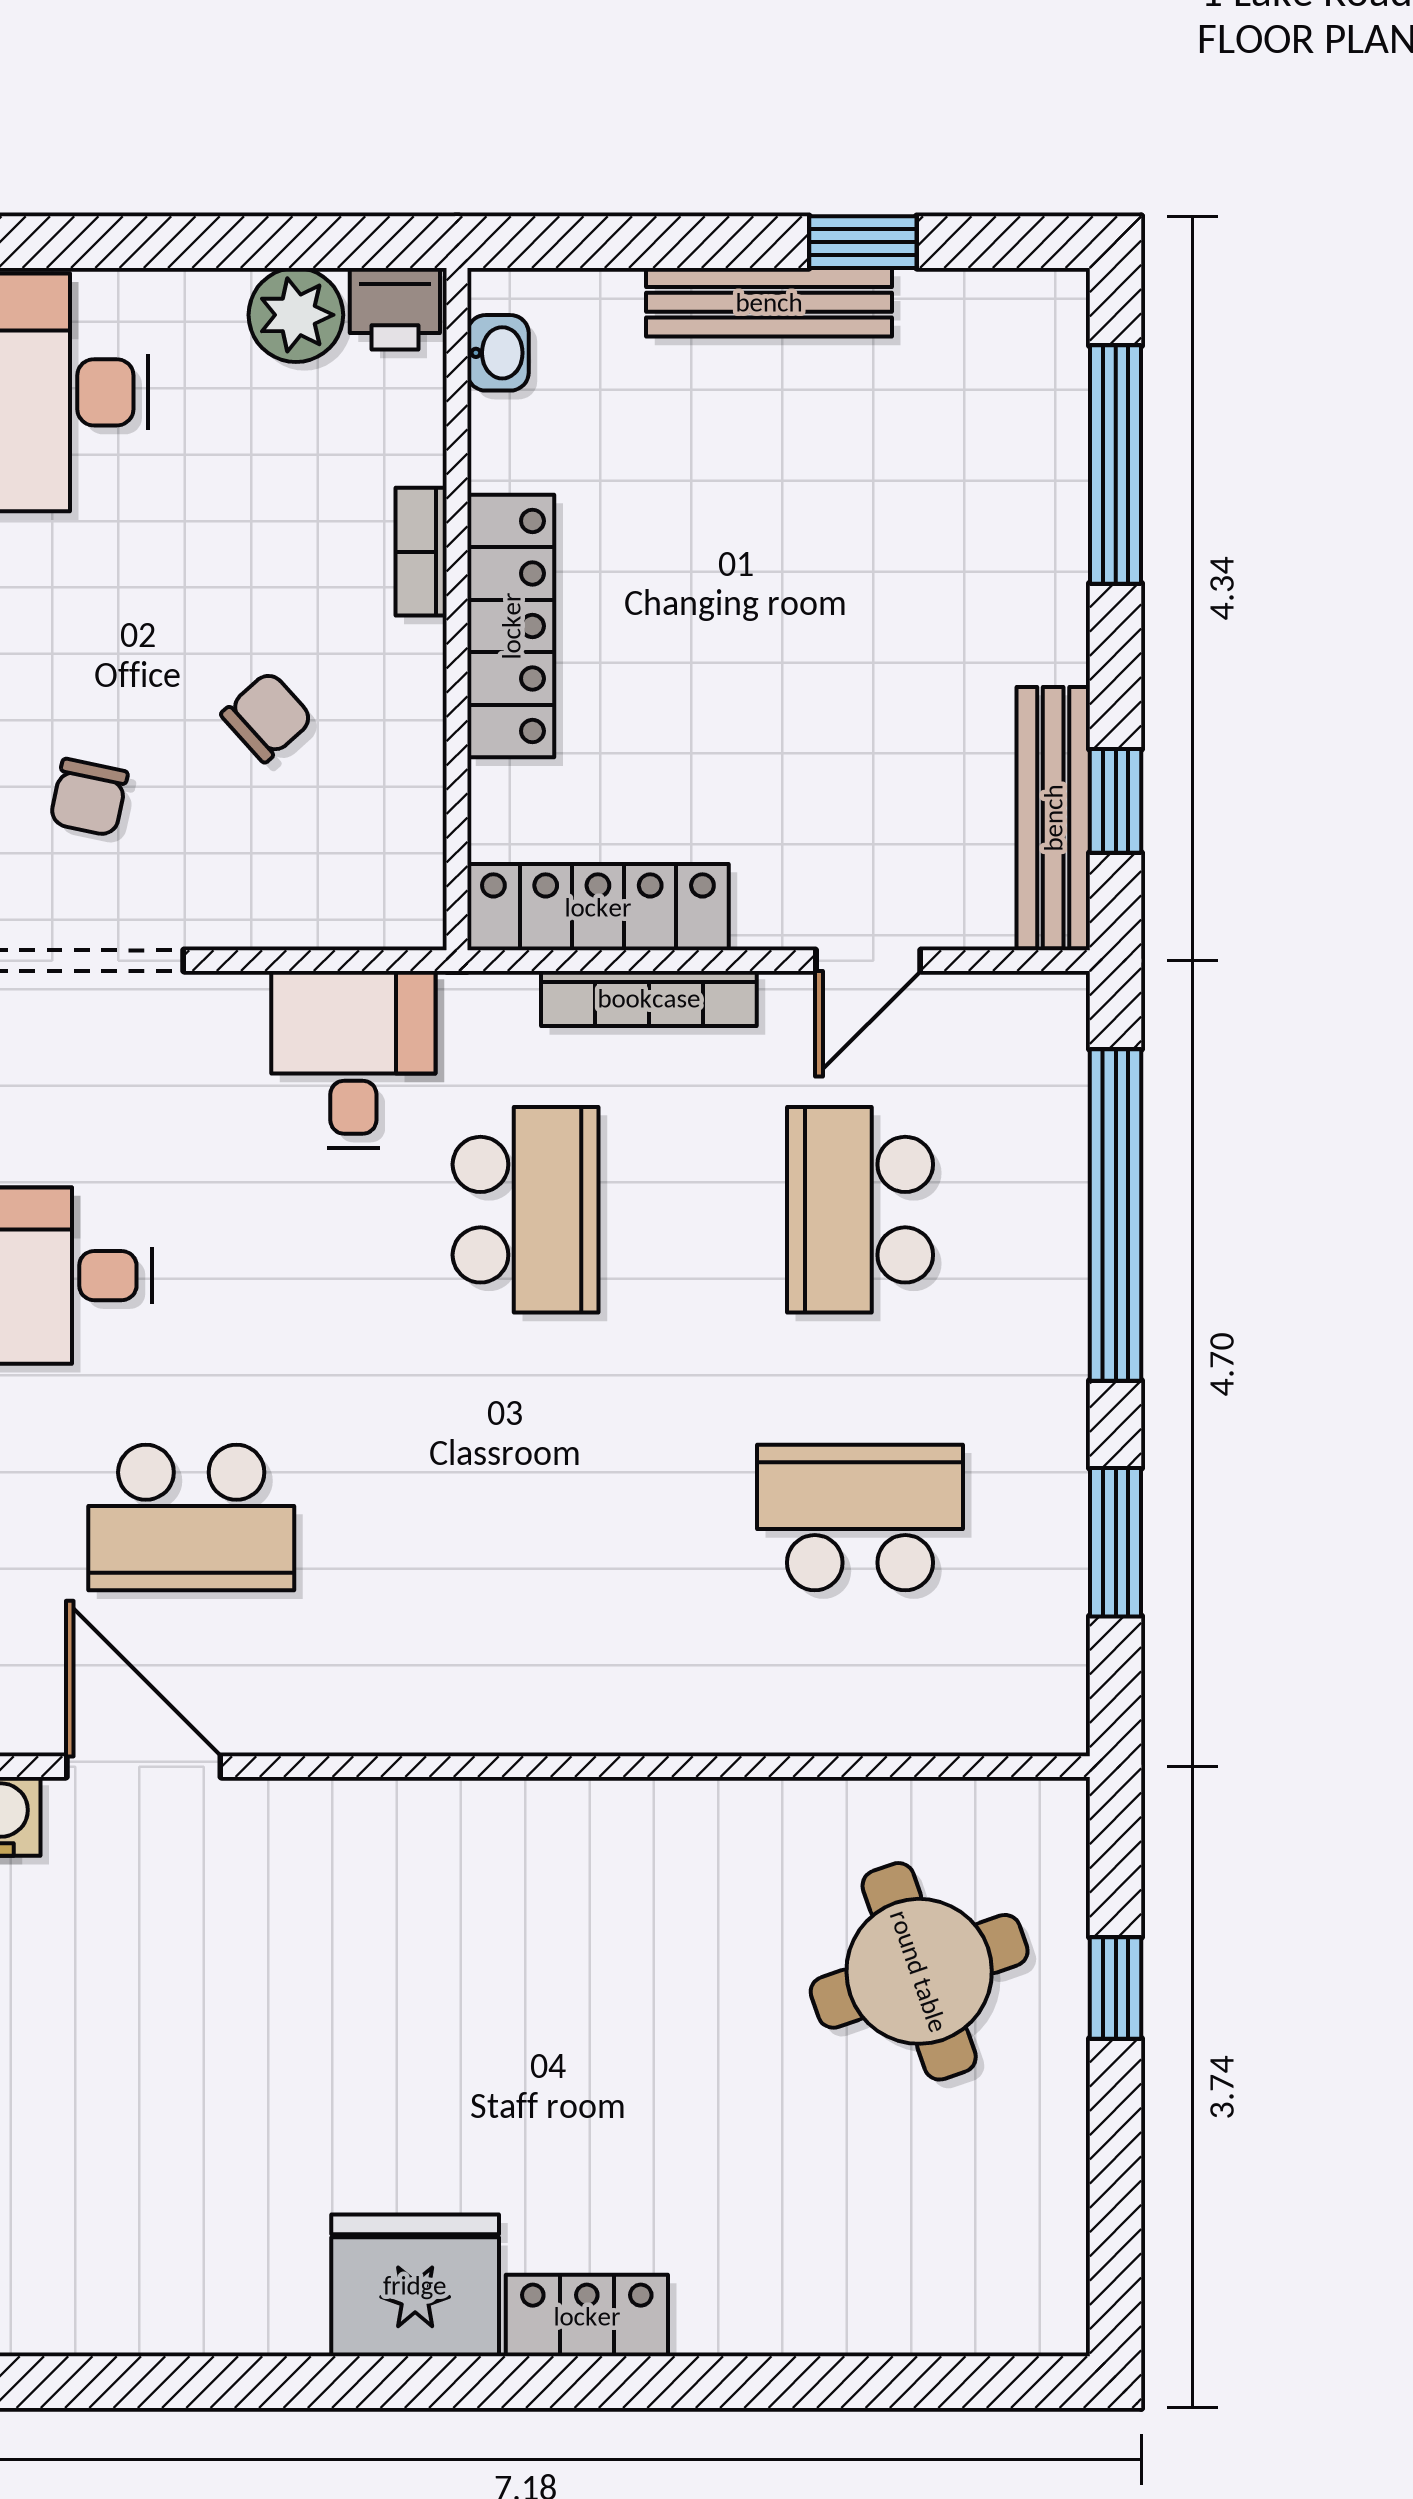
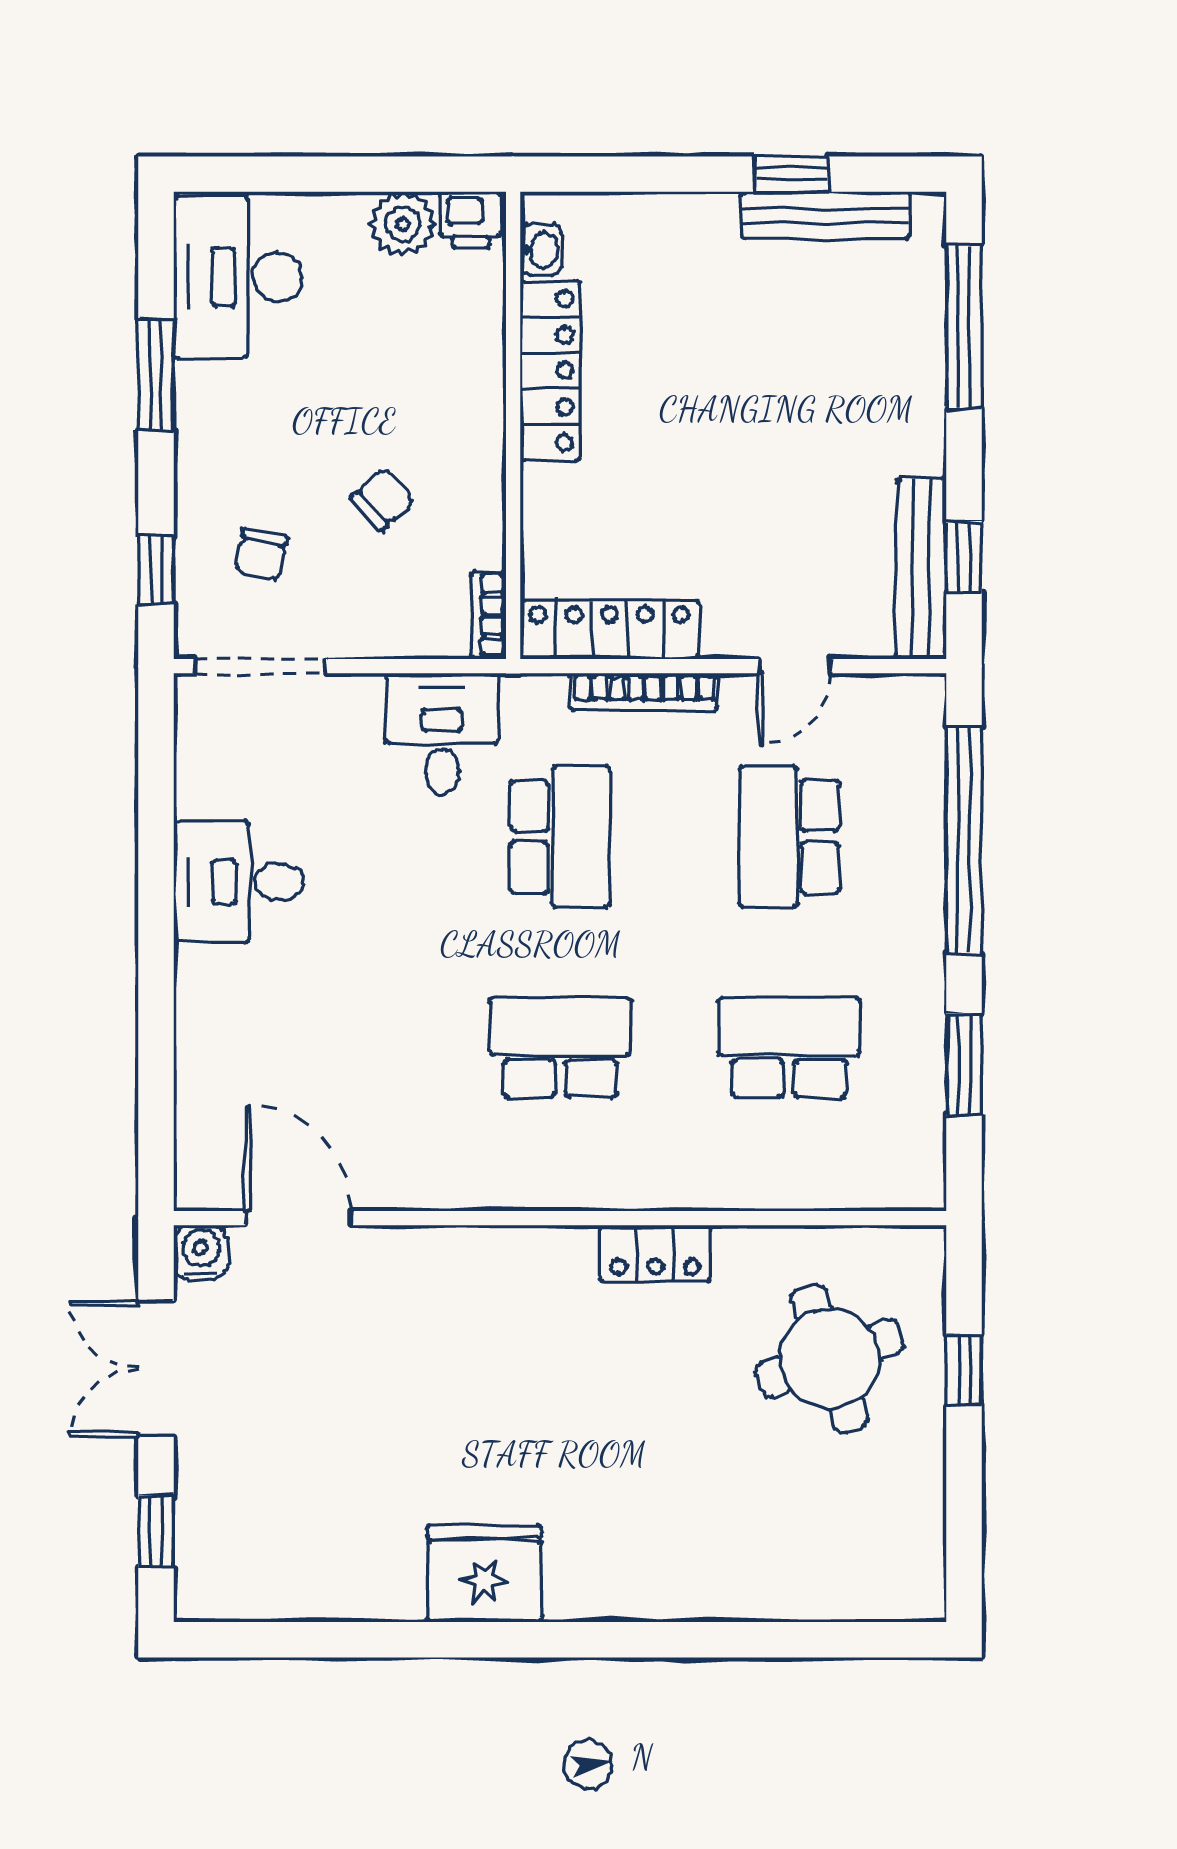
bench: (769, 302) -> (825, 215), moved
bookcase: (421, 552) -> (489, 615), moved
locker: (511, 626) -> (550, 371), moved
school desk: (191, 1517) -> (560, 1047), moved, turned 180
locker: (587, 2316) -> (655, 1253), moved, turned 180

